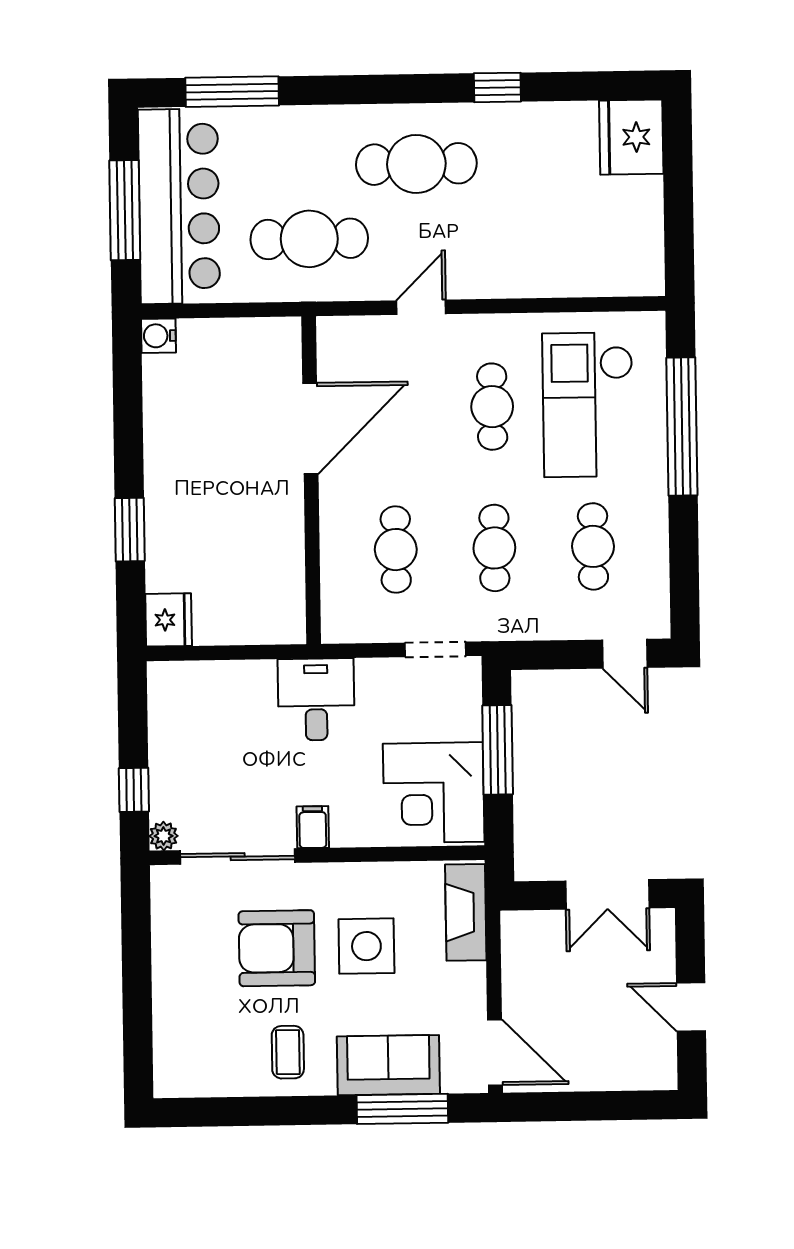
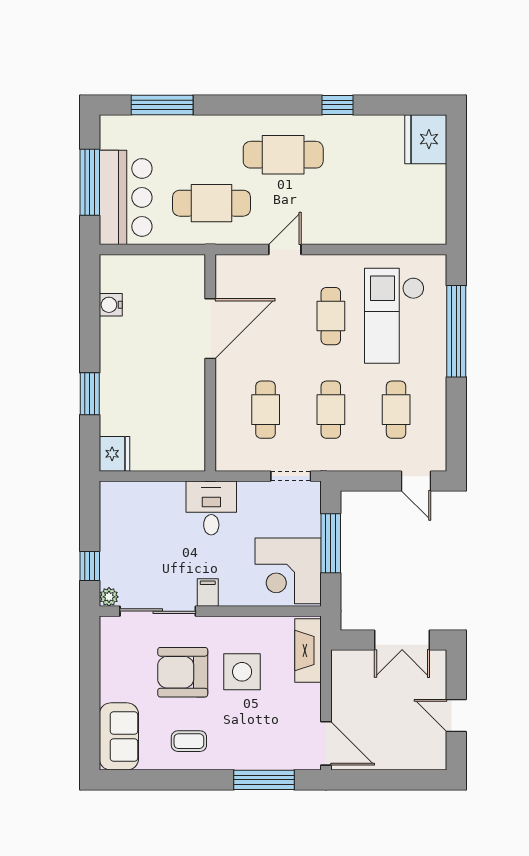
bar counter: (179, 206) -> (126, 197), width x0.73
water cooler: (158, 336) -> (111, 305), moved
coffee table: (288, 1052) -> (189, 741), turned 90
sofa: (388, 1065) -> (119, 736), moved, turned 90

